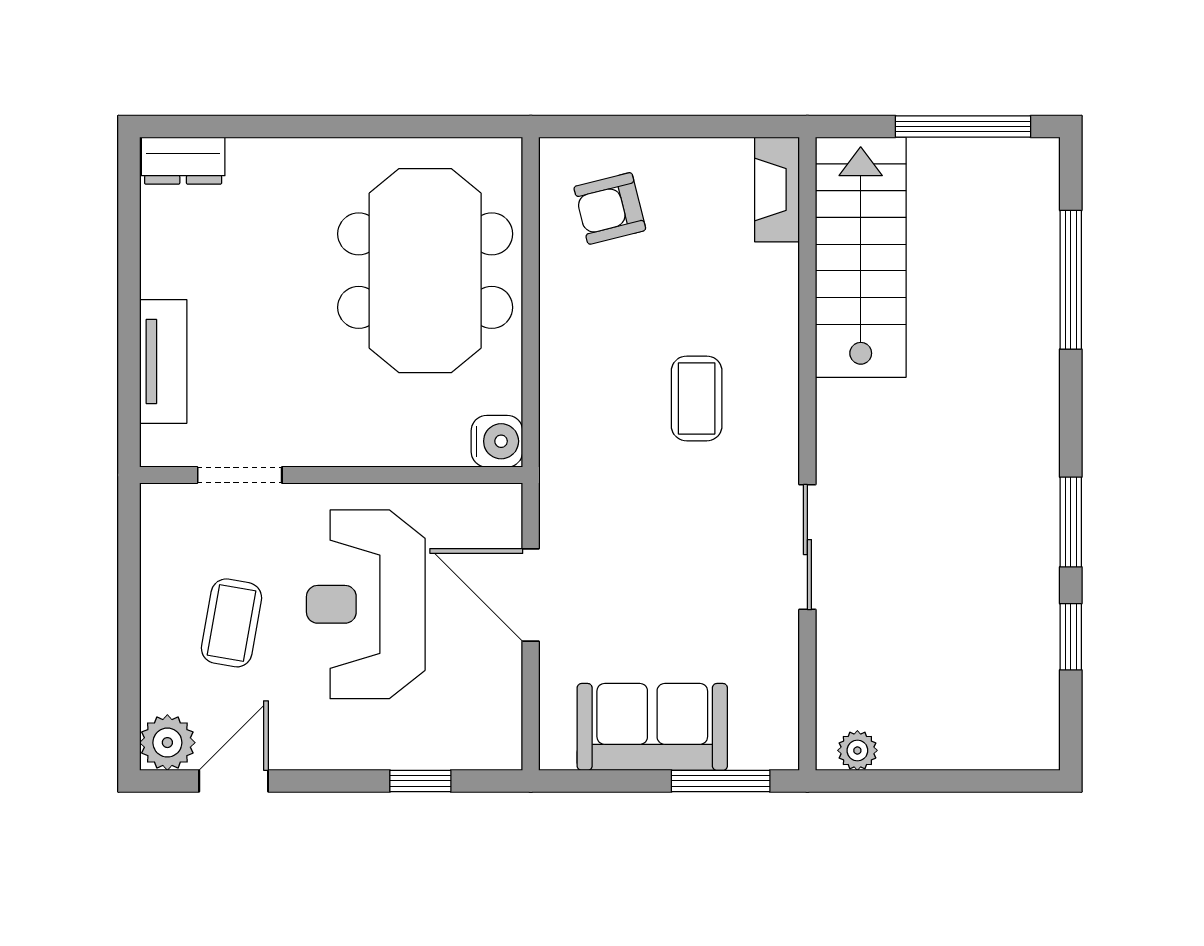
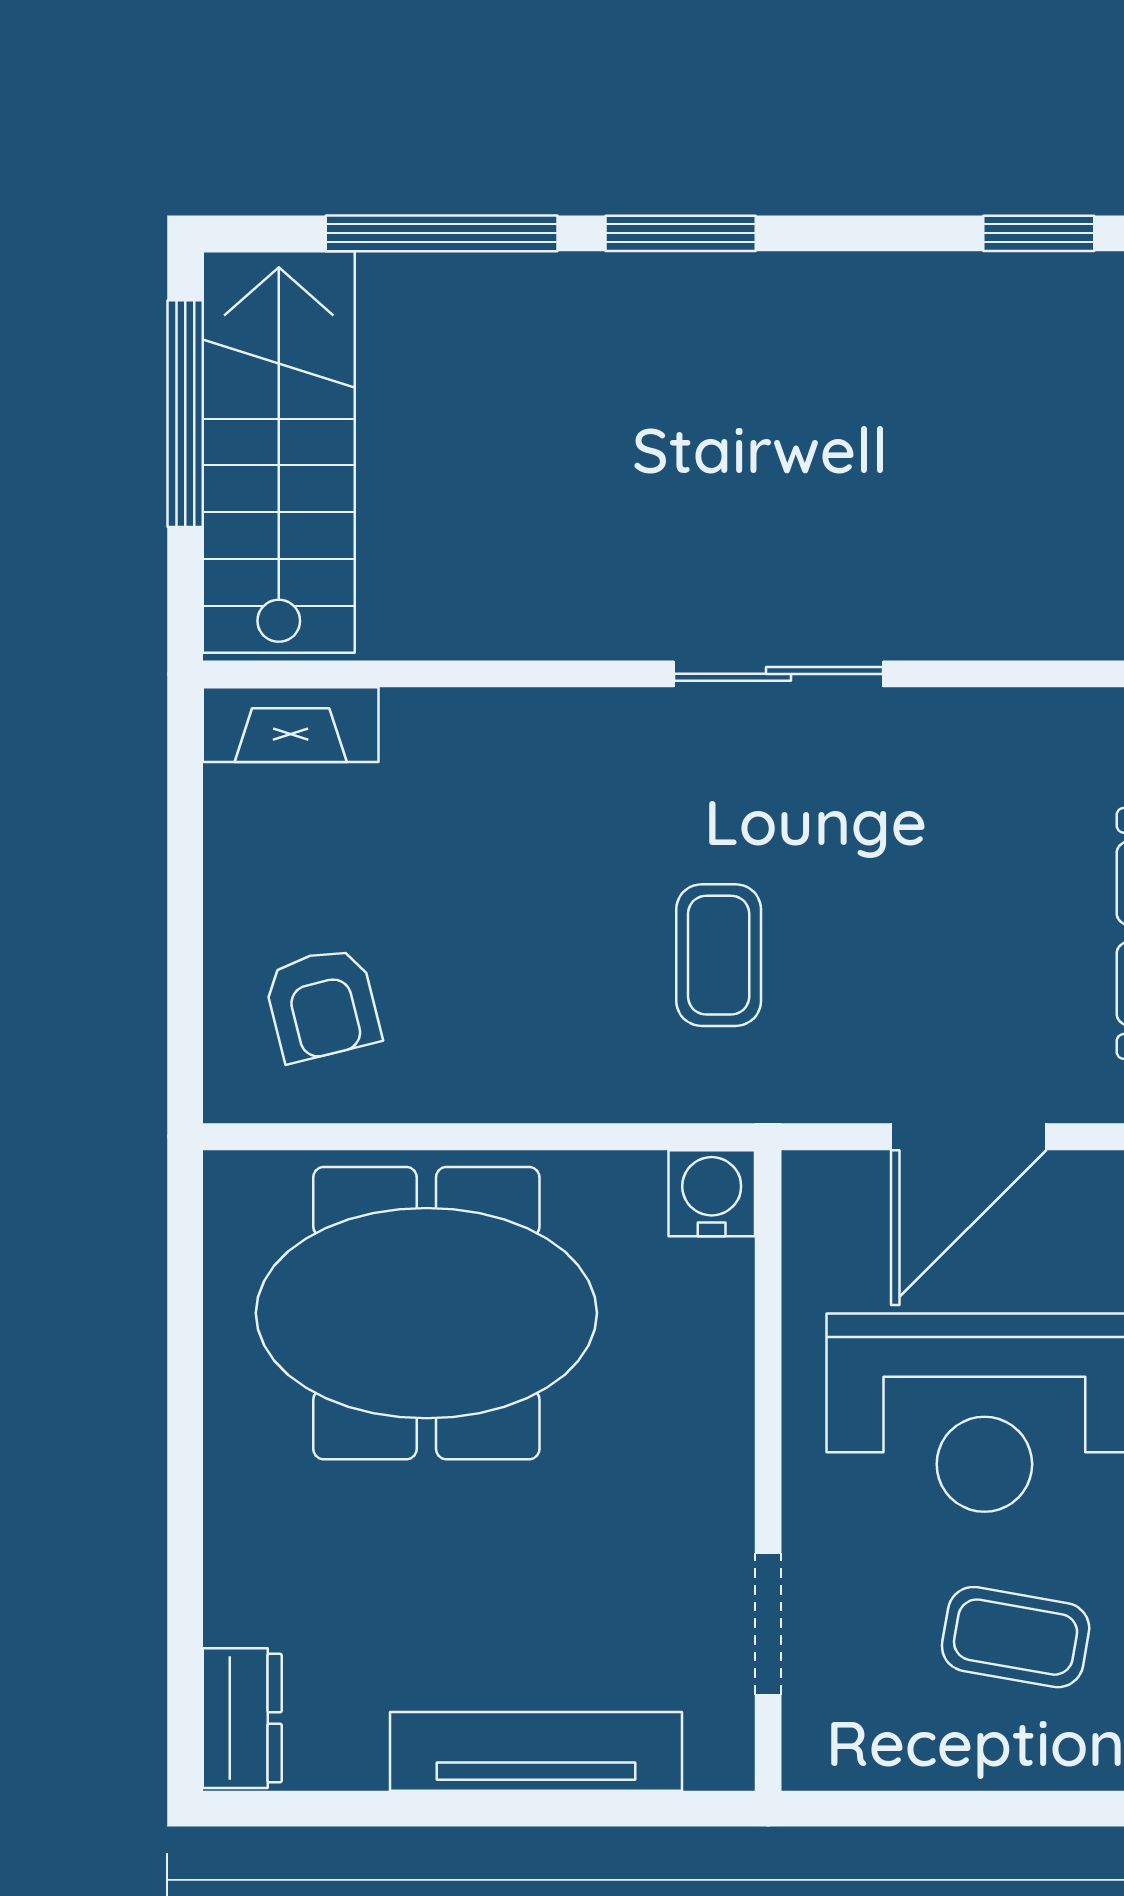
stairs: (861, 257) -> (279, 452), moved, turned 90
tv unit: (163, 361) -> (536, 1751), width x1.41
coffee table: (697, 398) -> (719, 955), moved, turned 90
window: (1071, 522) -> (681, 233), moved
sliding door: (807, 547) -> (778, 674), moved

